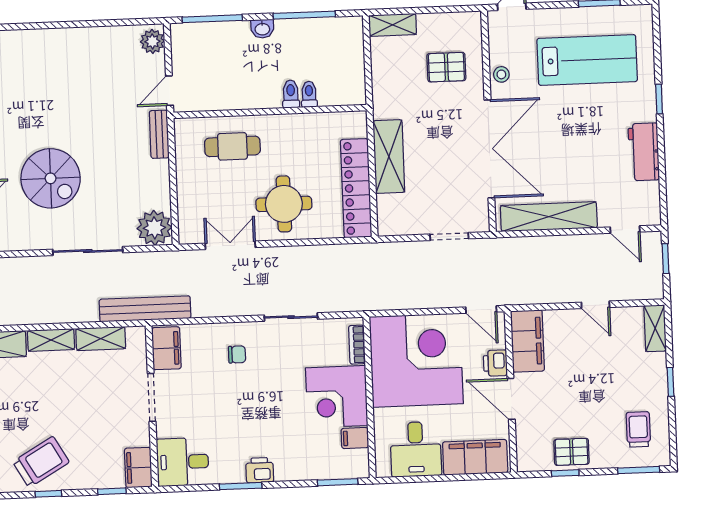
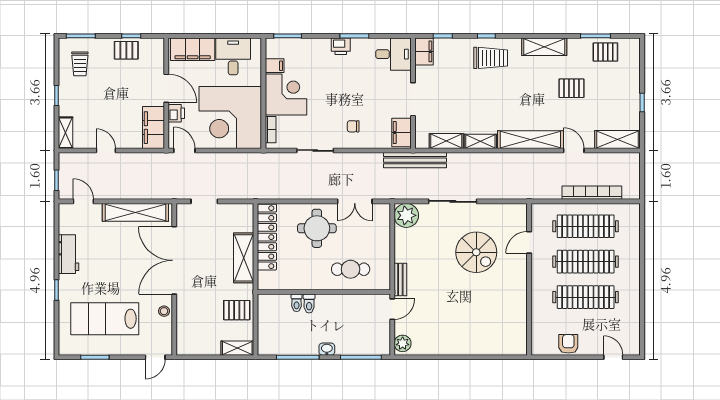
pallet: (446, 67) -> (237, 310), moved
spiral stairs: (51, 178) -> (476, 252), turned 180
trolley: (41, 462) -> (491, 58), turned -150

